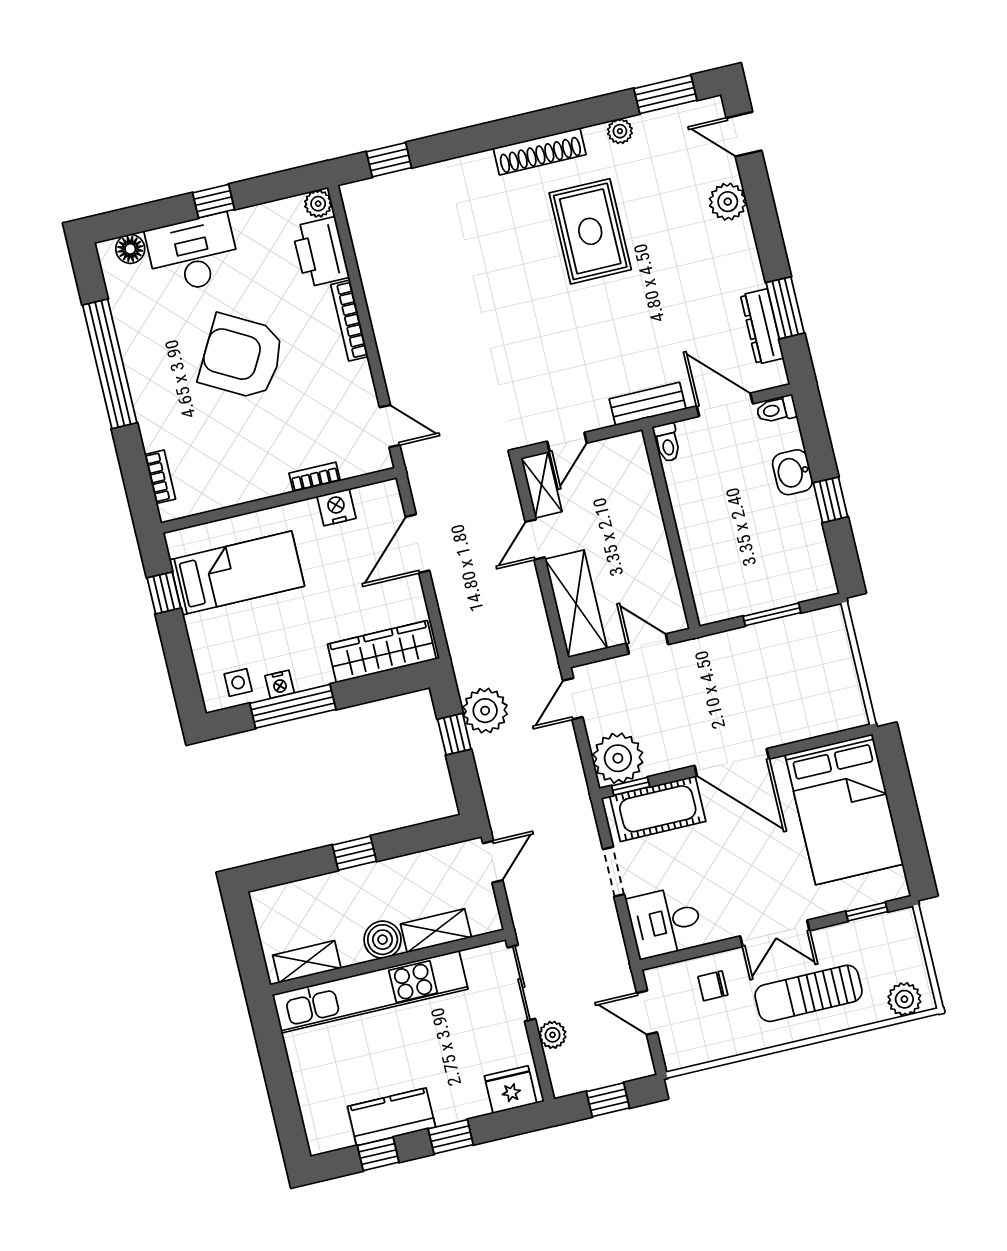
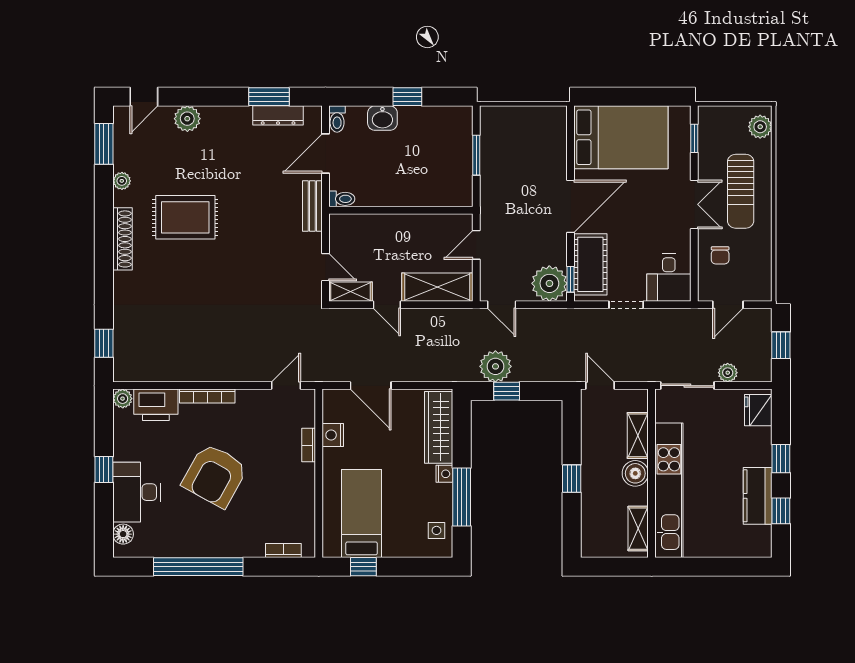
nightstand: (280, 684) -> (444, 474), moved

